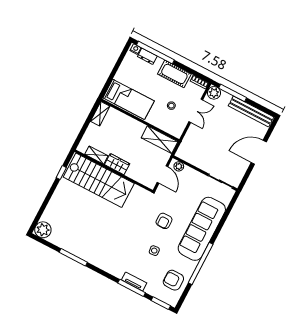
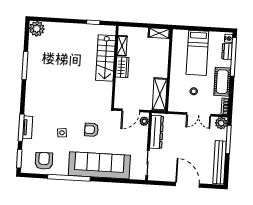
bed: (129, 99) -> (197, 53), moved
dresser: (194, 159) -> (157, 132), added
stairs: (99, 180) -> (106, 58), width x0.73, depth x0.66

